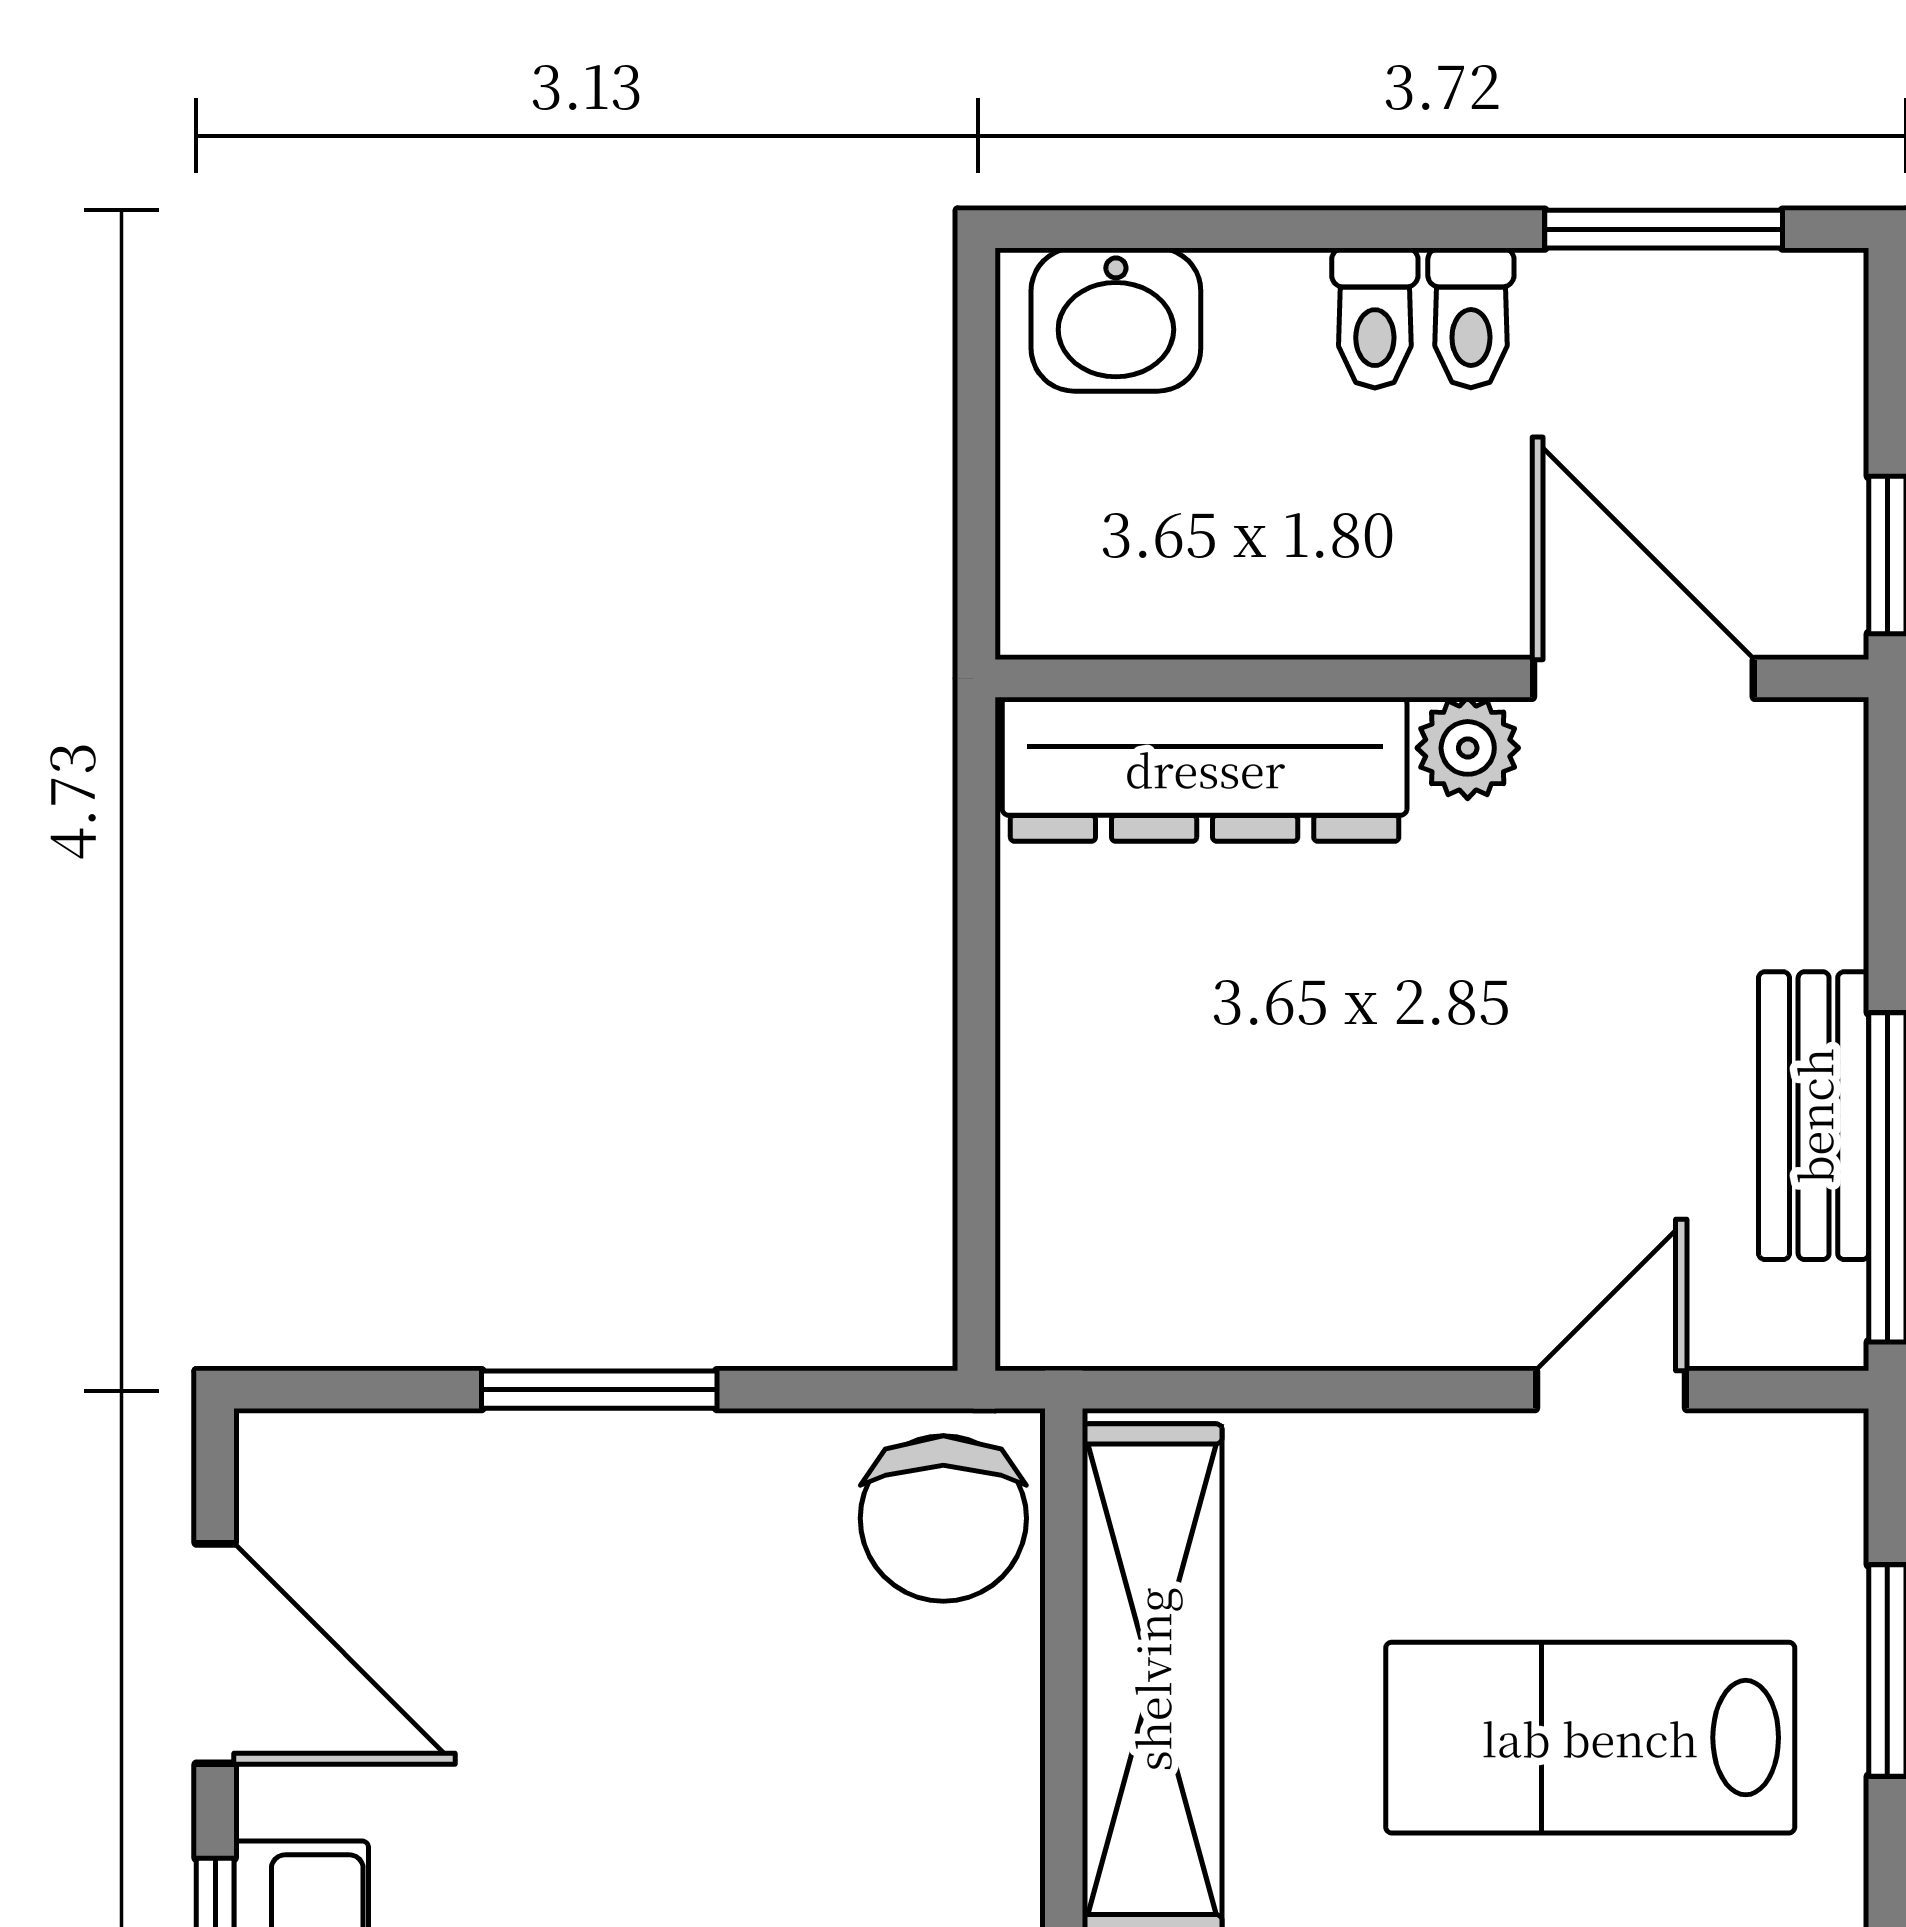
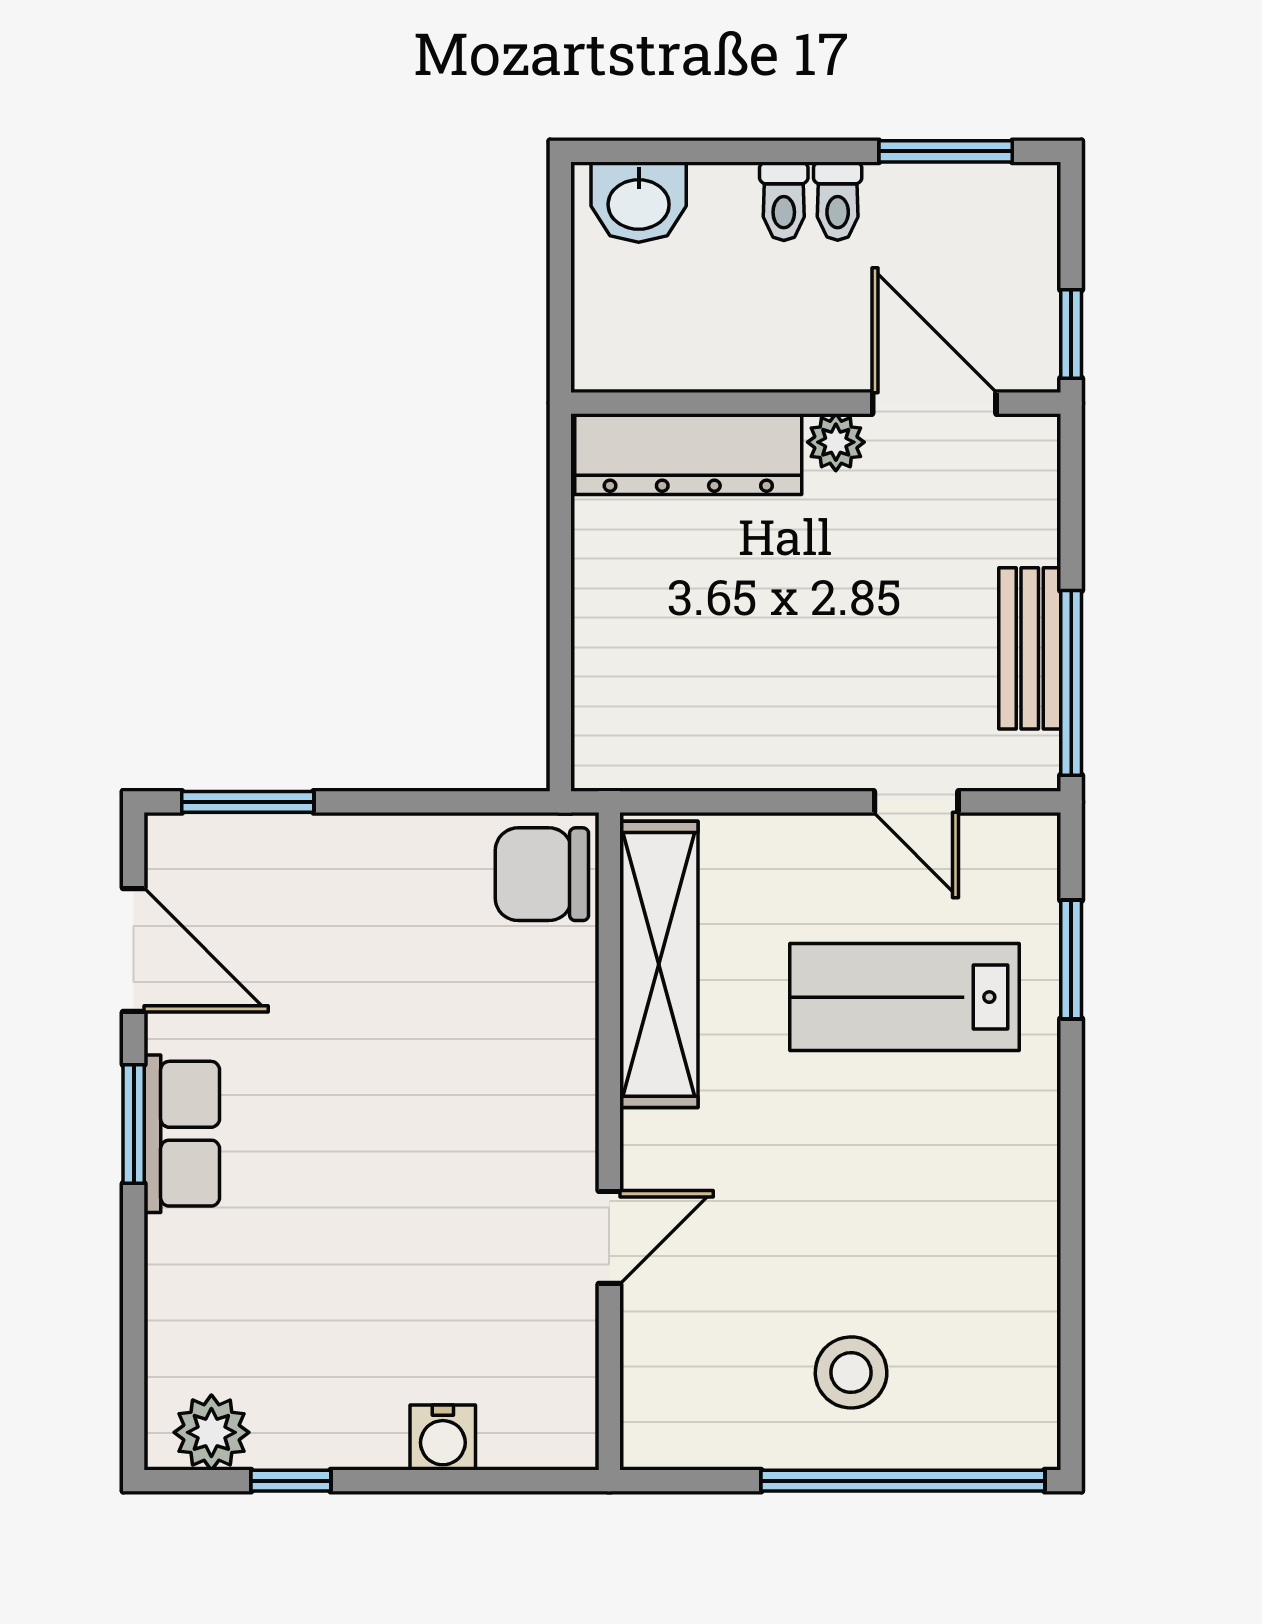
window: (599, 1390) -> (248, 802), moved
door: (1611, 1390) -> (916, 802), swing flipped
chair: (943, 1518) -> (542, 874), turned 90

